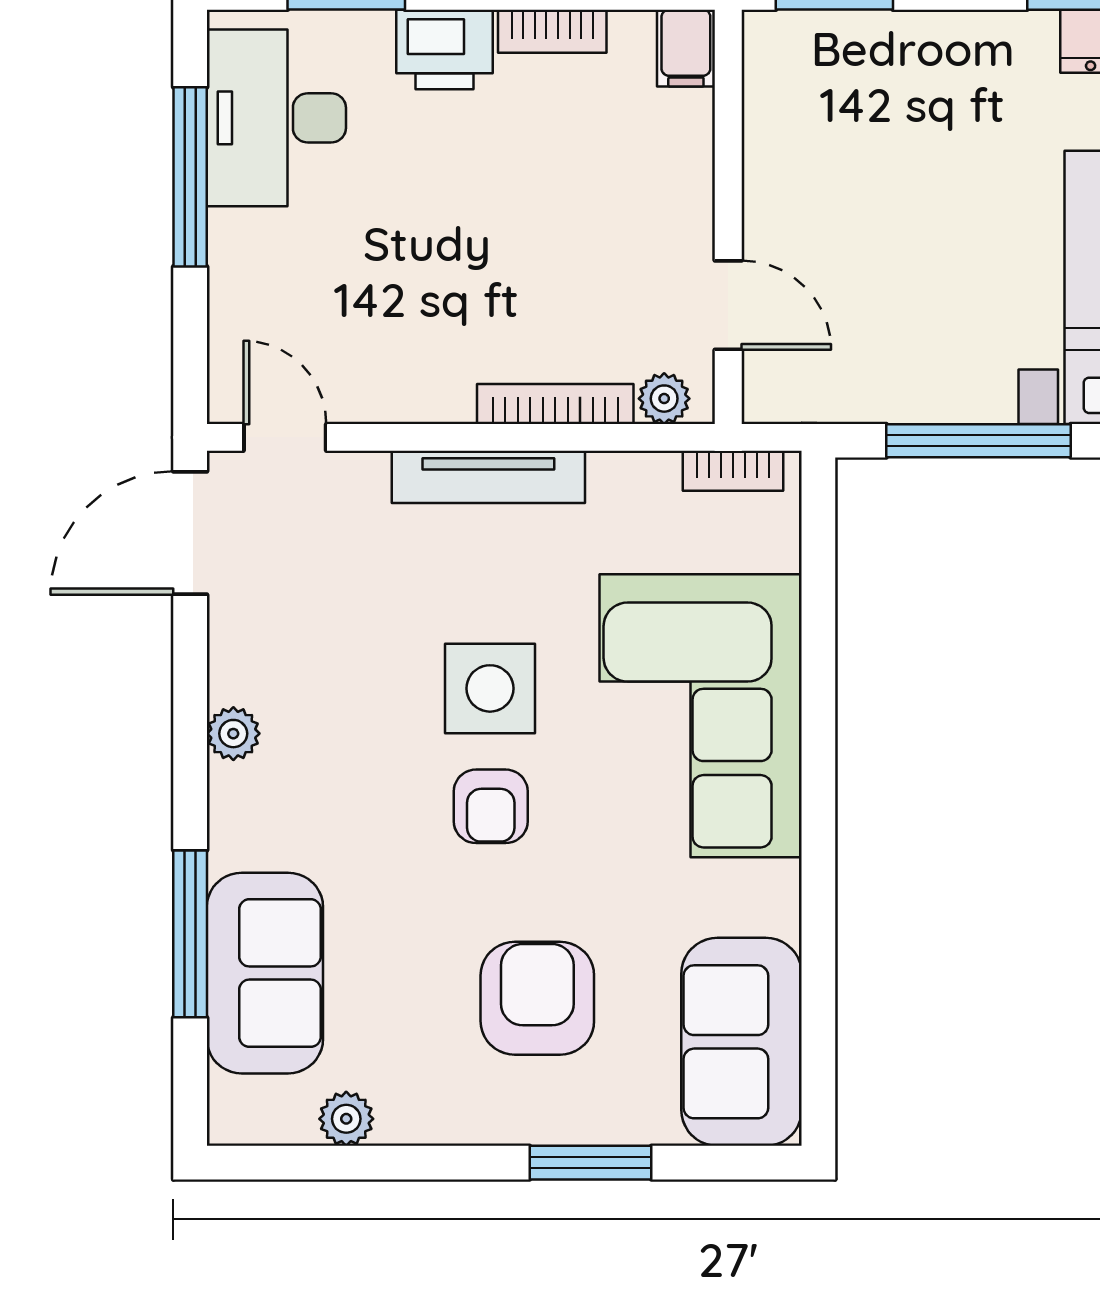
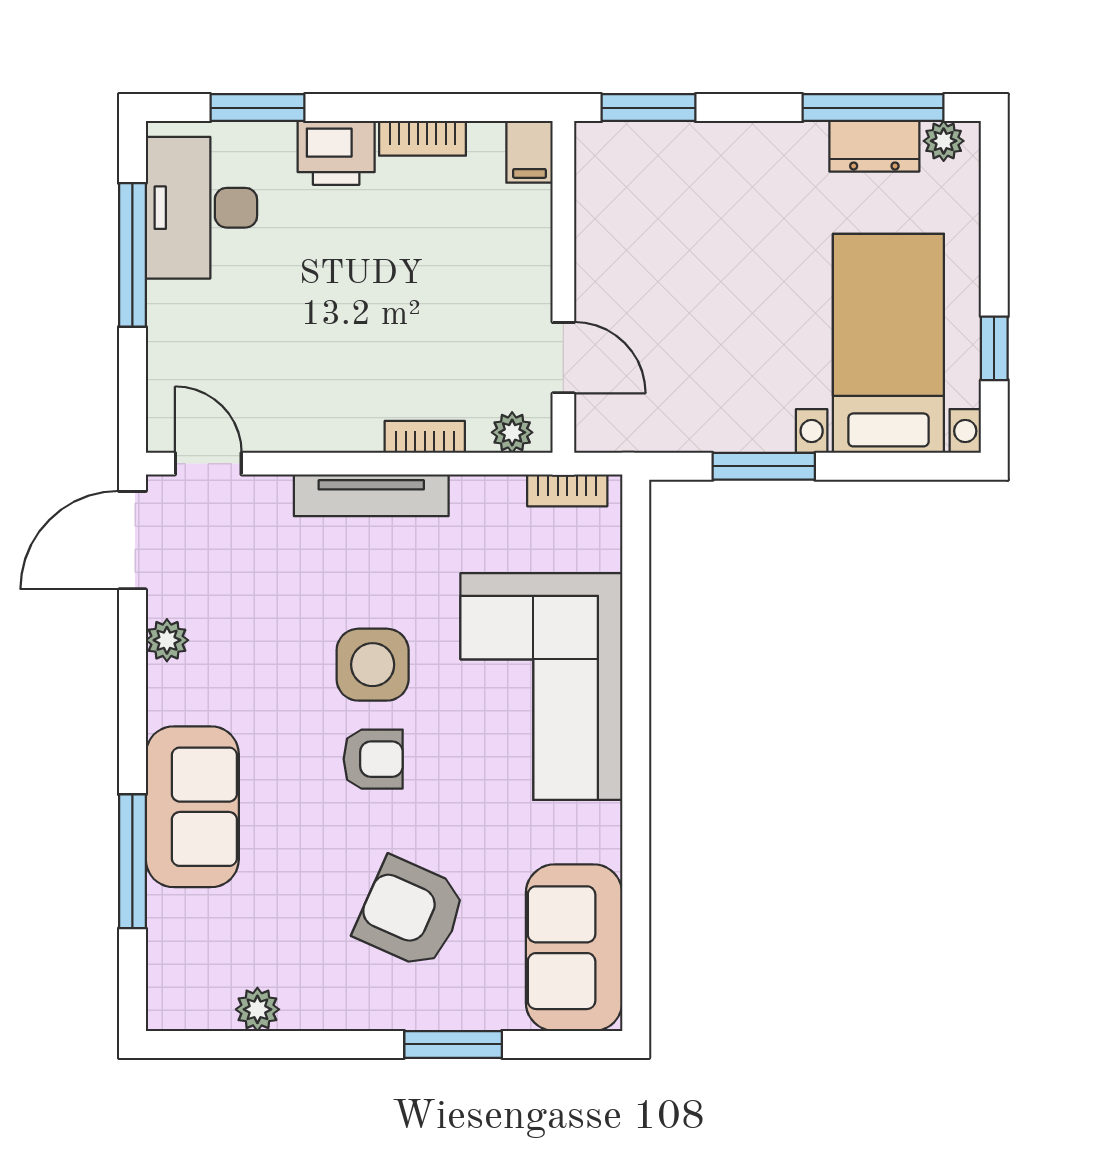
bookcase: (555, 404) -> (425, 437), width x0.64
window: (978, 441) -> (764, 466), width x0.69
plant: (233, 734) -> (167, 640), moved
armchair: (491, 806) -> (373, 759), turned -90
sofa: (265, 973) -> (192, 807), moved
armchair: (537, 998) -> (411, 913), turned -66

